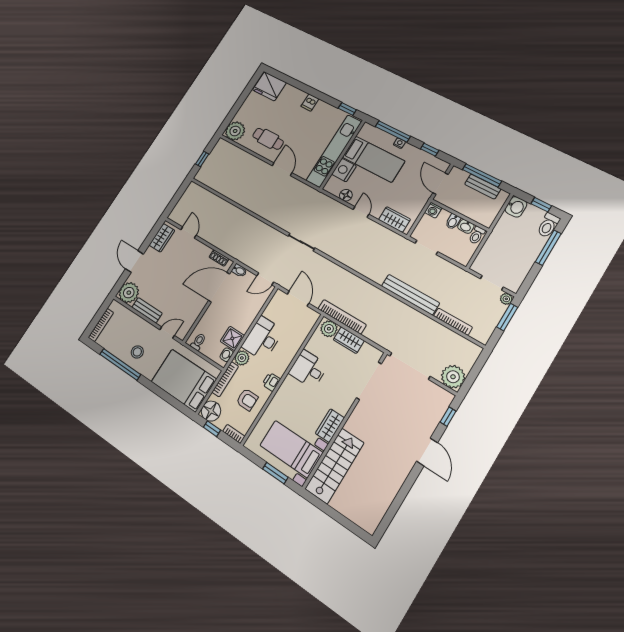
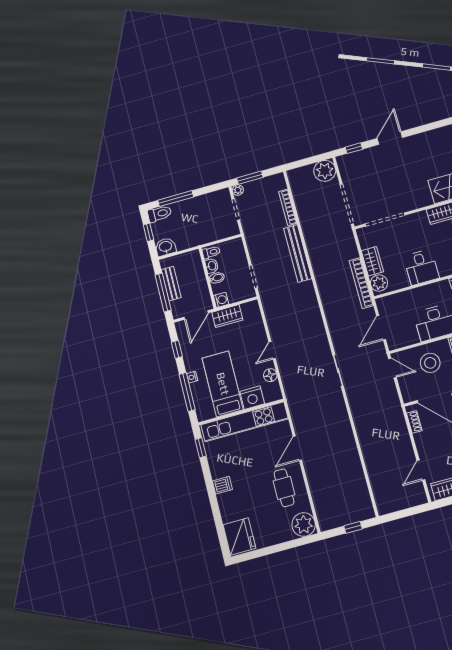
wardrobe: (394, 219) -> (227, 316), moved, turned -90
bidet: (239, 271) -> (407, 395), removed
stool: (242, 307) -> (430, 363), added

